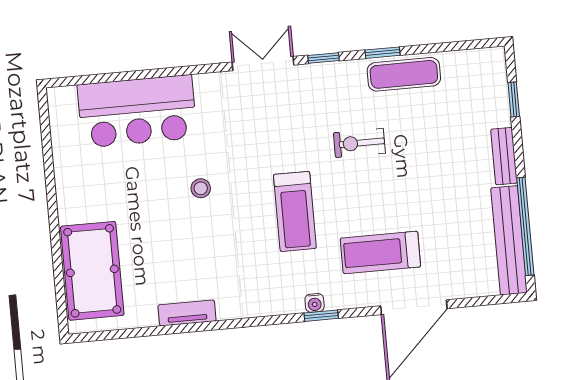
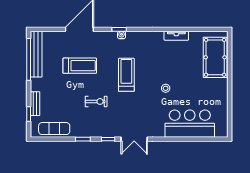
exercise mat: (404, 74) -> (54, 129), moved
bench: (504, 156) -> (35, 104), moved
treadmill: (380, 252) -> (80, 66), moved

